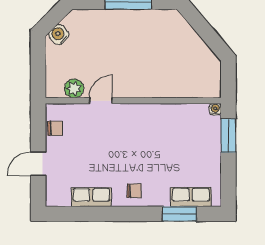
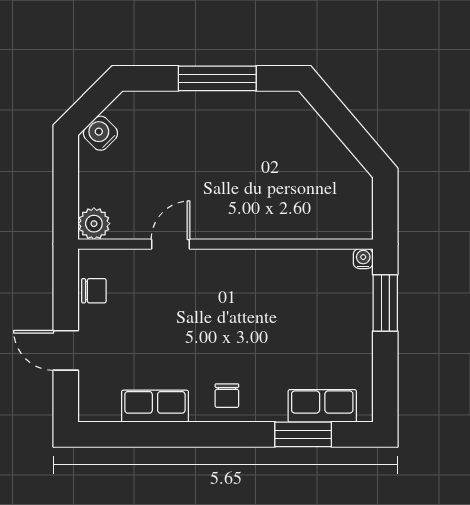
plant: (74, 88) -> (94, 224), moved
door: (38, 164) -> (66, 350), hinge flipped
chair: (134, 191) -> (227, 396), turned 90

